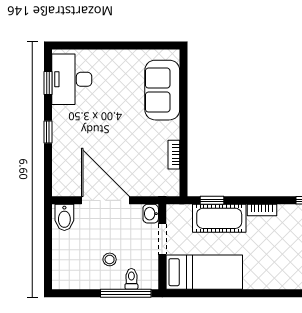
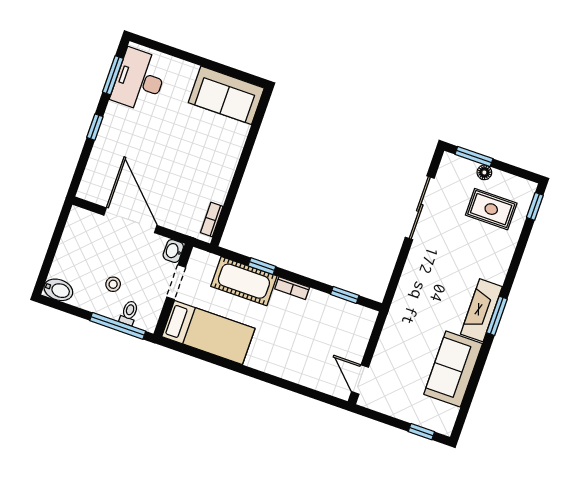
window: (48, 83) -> (113, 75), width x1.50
sofa: (162, 90) -> (226, 95), moved, turned -90
bookcase: (174, 155) -> (212, 219), moved
window: (212, 200) -> (262, 266), moved
bidet: (64, 217) -> (58, 290), moved, turned -90

